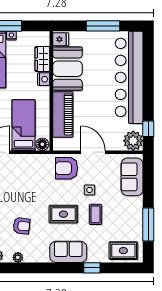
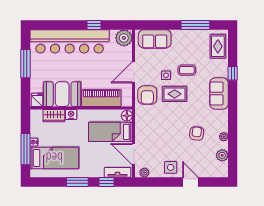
window: (148, 129) -> (94, 25), moved
rug: (63, 214) -> (175, 94), moved, turned 90

